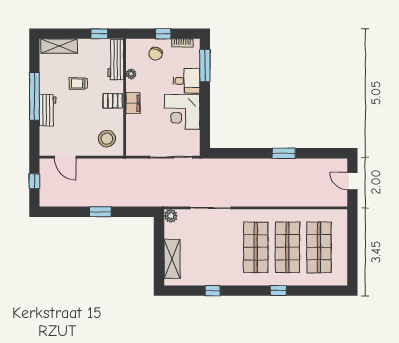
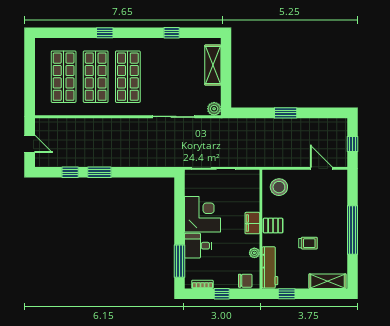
chair: (156, 54) -> (245, 281), moved, turned 70
workbench: (48, 110) -> (339, 216), removed
window: (313, 153) -> (70, 172), added

